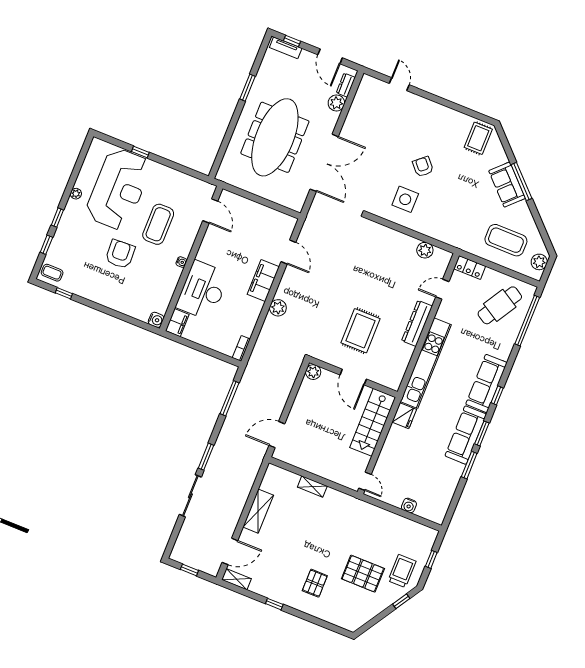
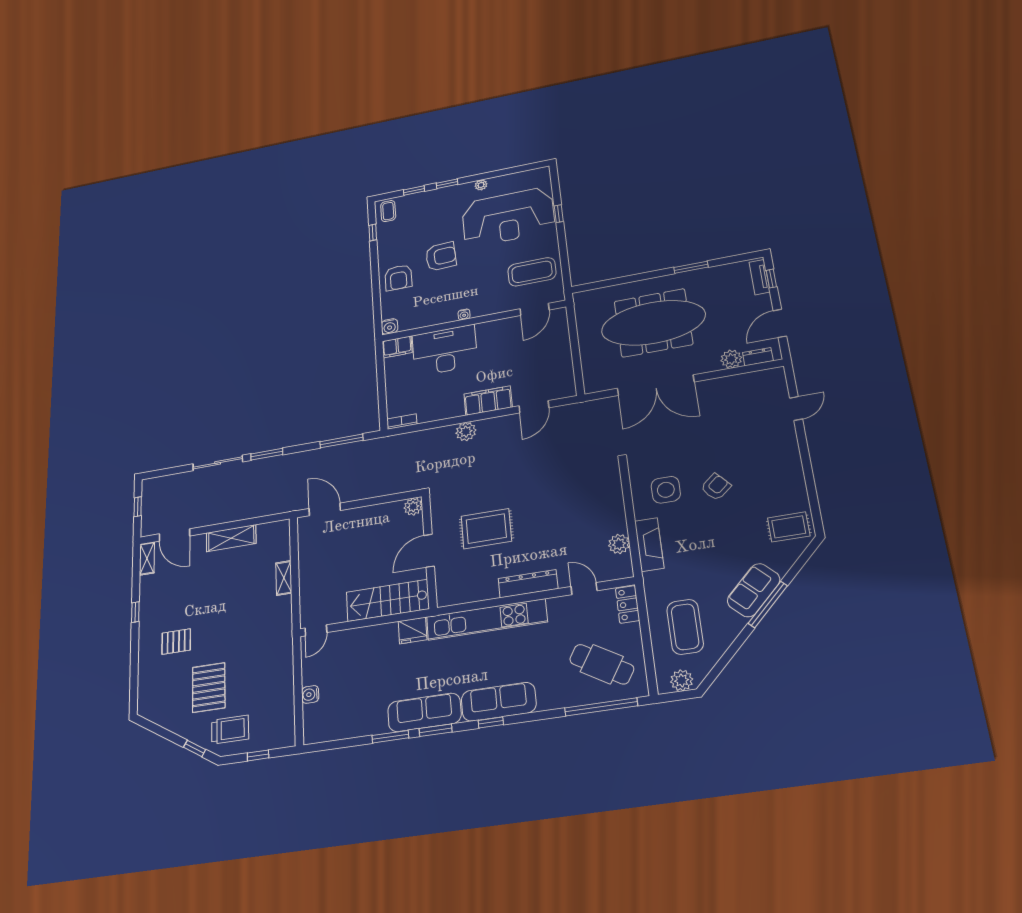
coffee table: (158, 224) -> (532, 272), moved
fireplace: (437, 231) -> (649, 545), added
armchair: (118, 293) -> (398, 277), added

